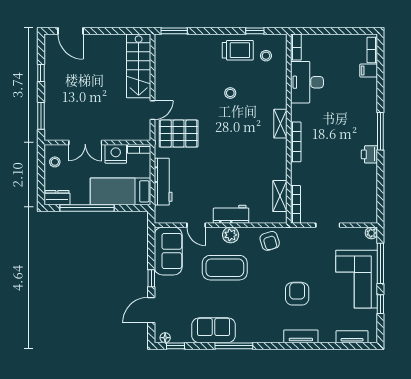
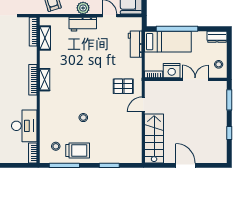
door: (71, 31) -> (185, 165), moved
window: (174, 31) -> (109, 165), moved
window: (255, 31) -> (64, 165), width x2.17
trolley: (238, 50) -> (78, 151), turned 180
shelving: (280, 124) -> (45, 80), moved
pallet: (179, 134) -> (123, 86), width x0.67, depth x0.71
workbench: (163, 182) -> (135, 44), width x0.73
window: (87, 208) -> (177, 29), moved

